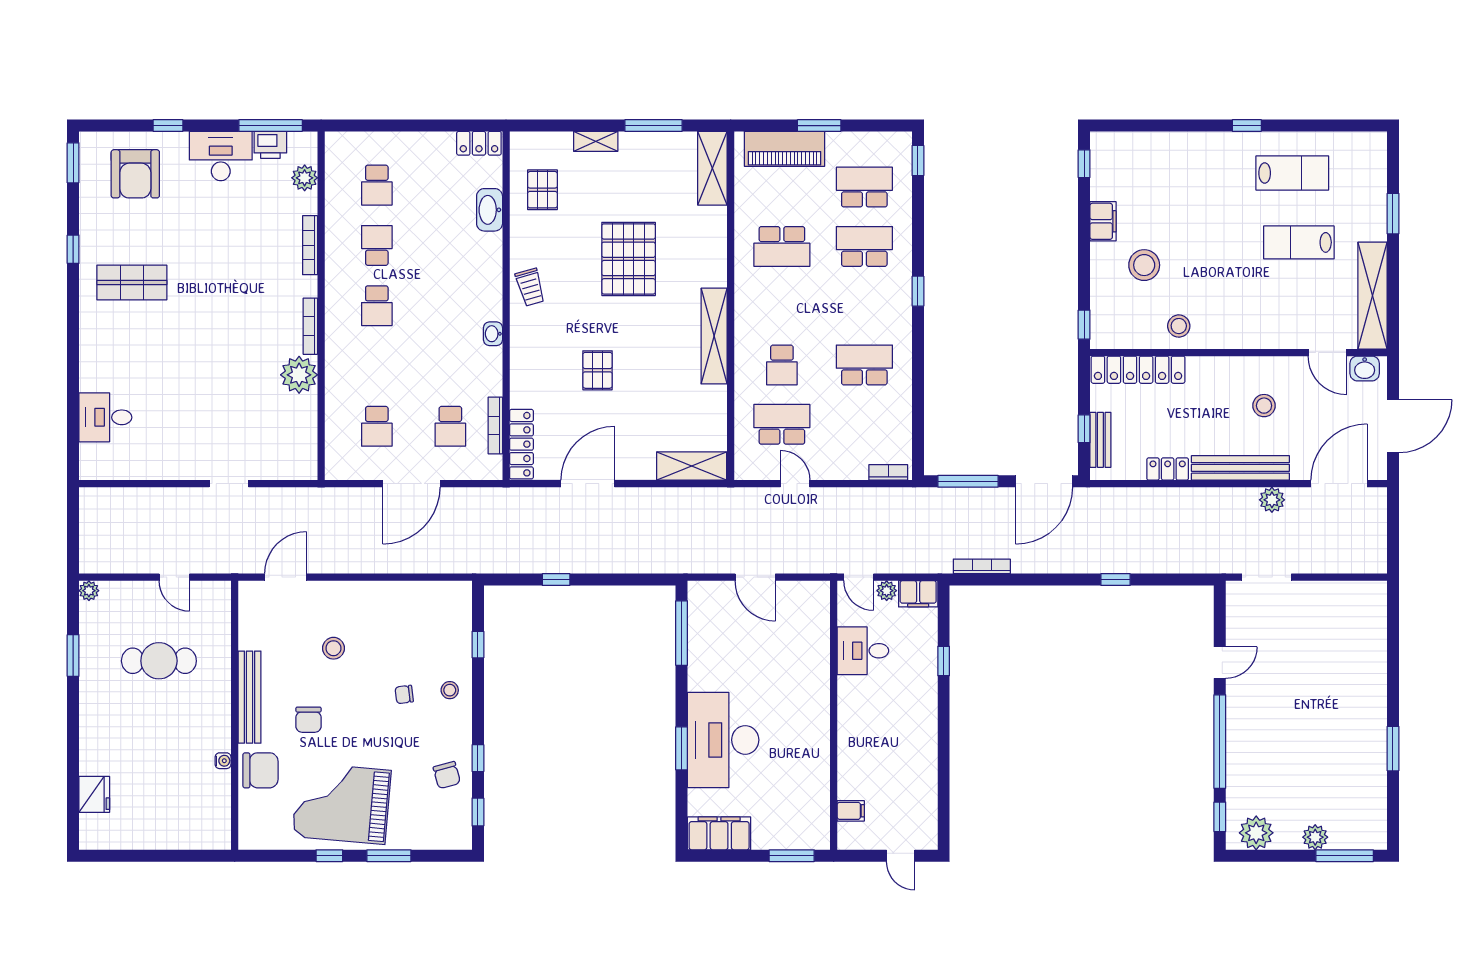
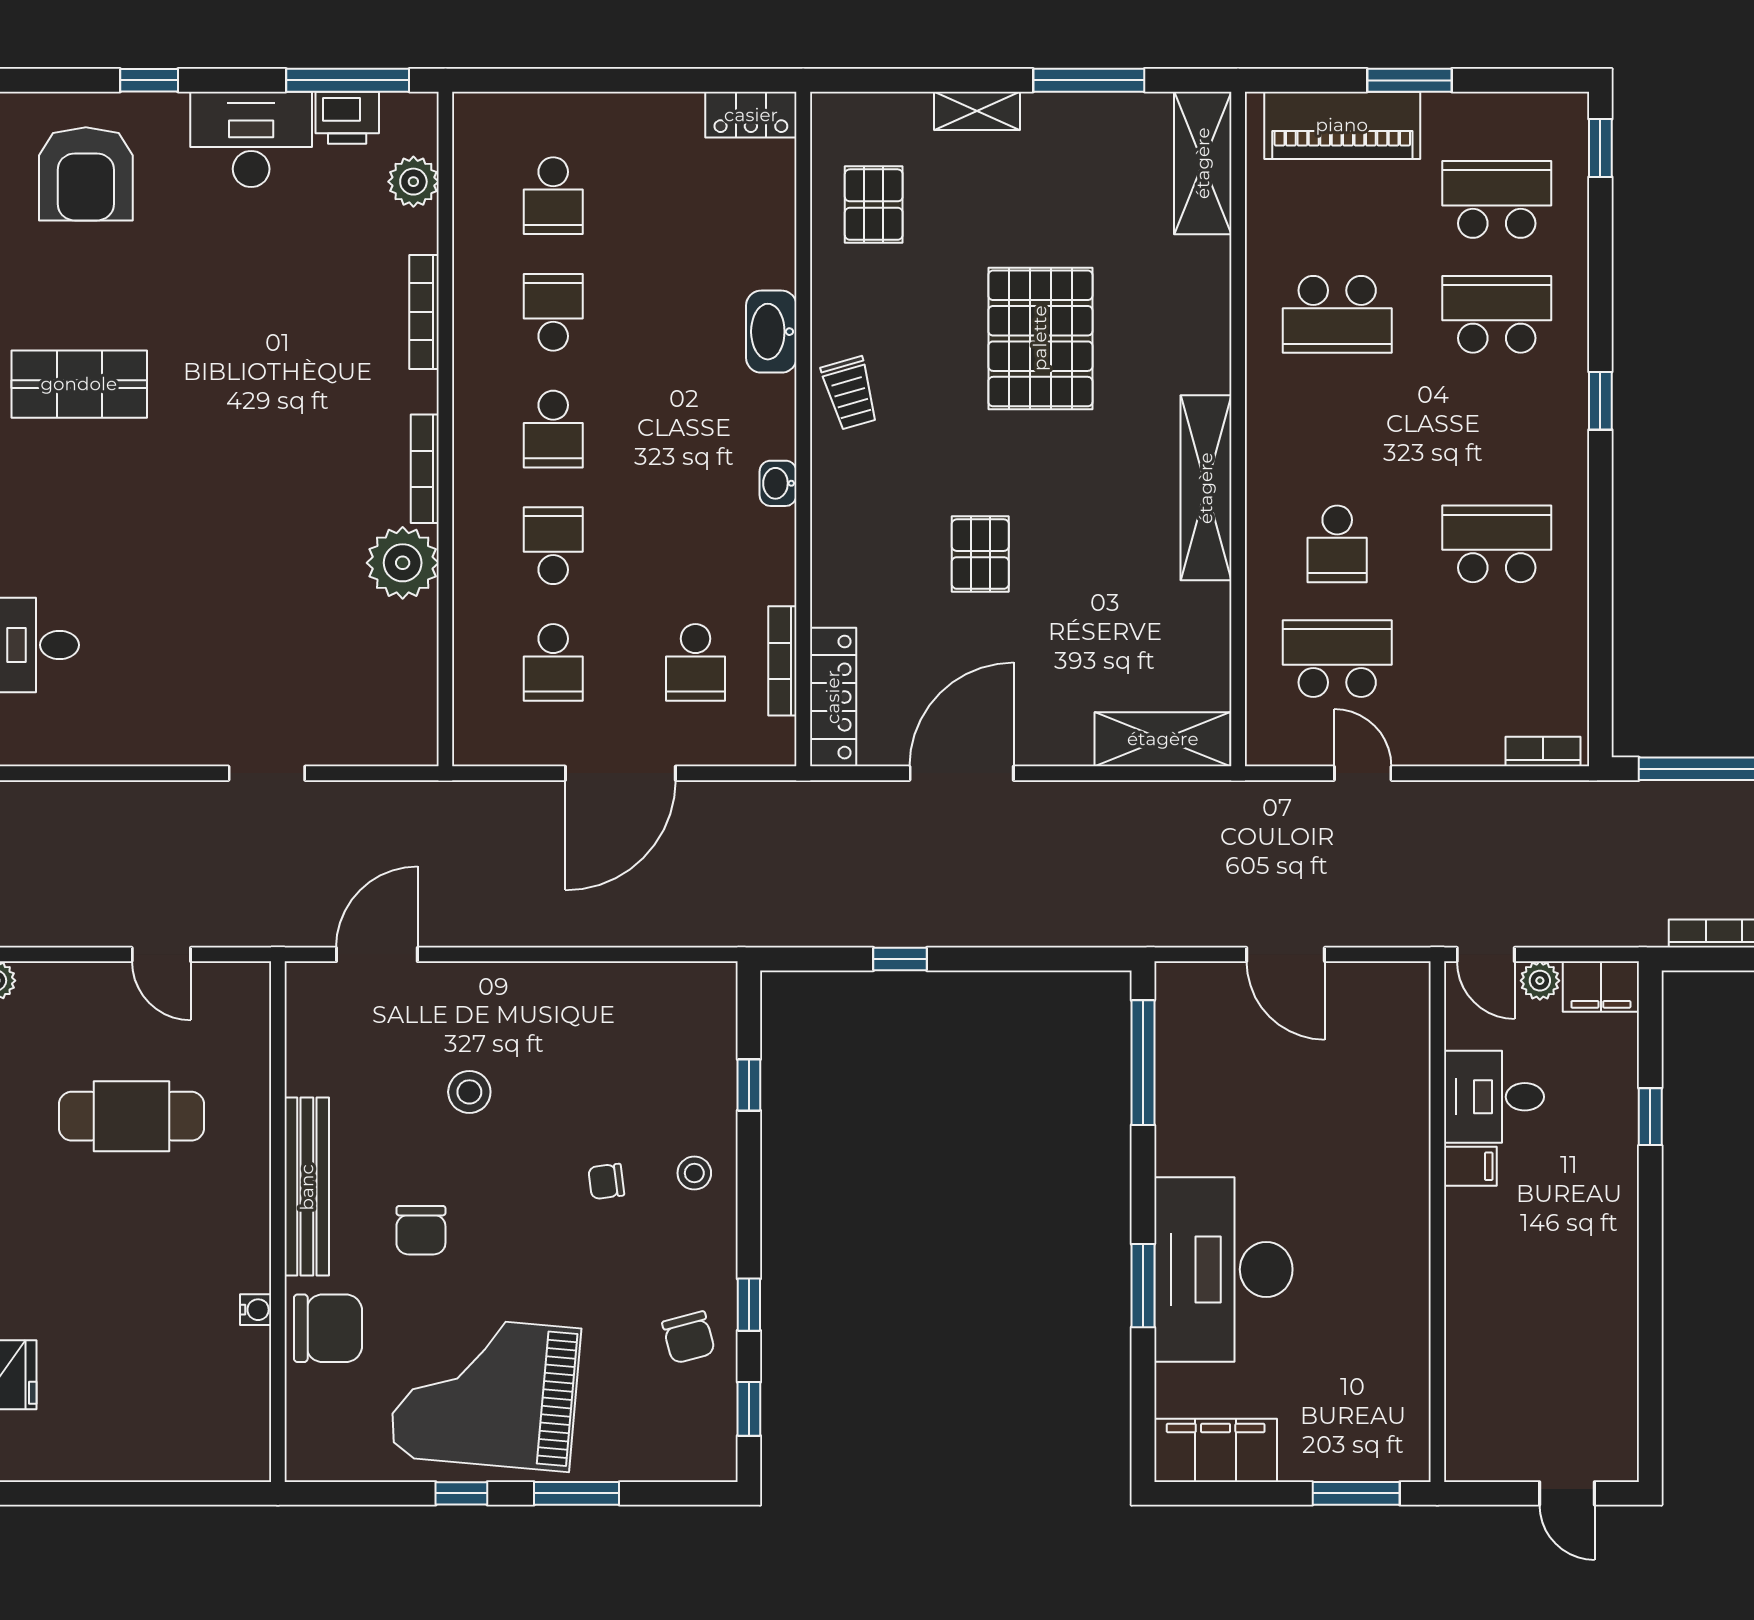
washbasin: (490, 210) -> (771, 332), moved
school desk: (377, 366) -> (553, 546), added
filing cabinet: (851, 811) -> (1470, 1166), moved

